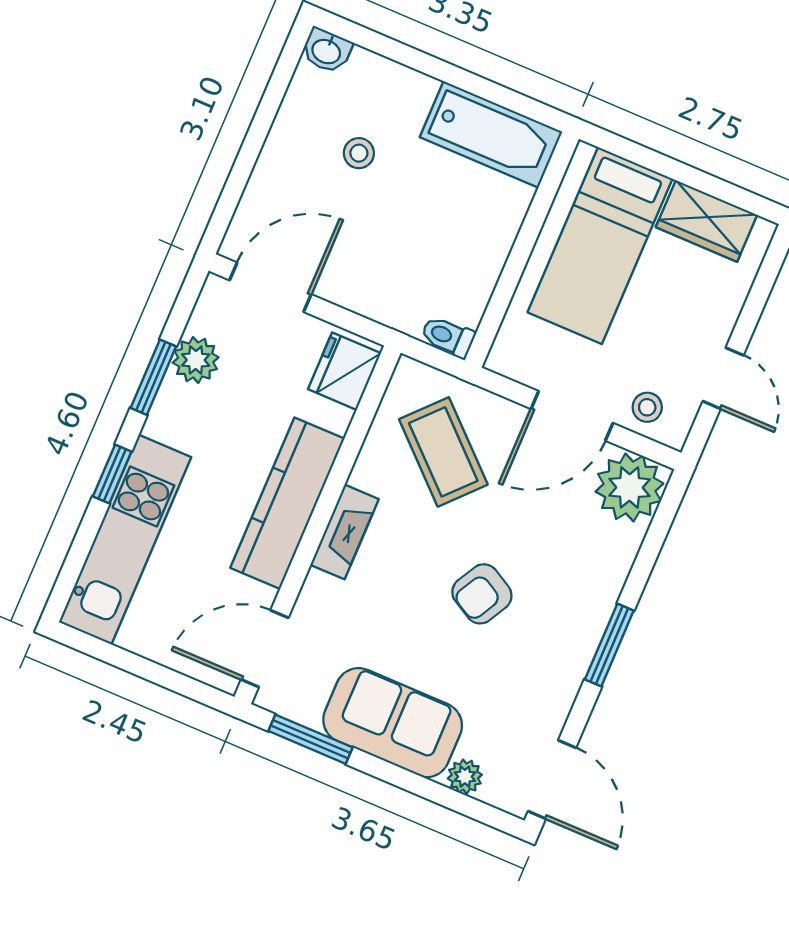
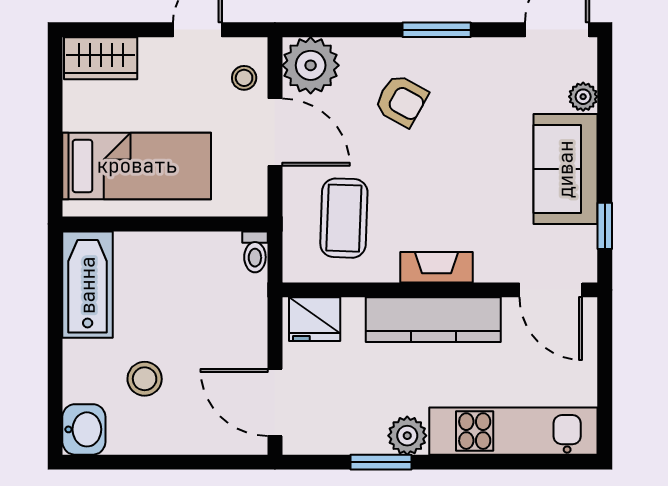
washbasin: (327, 51) -> (84, 429), width x1.38, depth x1.45
stool: (359, 153) -> (145, 379), width x1.37, depth x1.37
wardrobe: (706, 221) -> (101, 58), moved, turned 90
plant: (196, 360) -> (407, 436), moved
coffee table: (443, 452) -> (344, 218), turned -41
window: (112, 474) -> (468, 462), removed
armchair: (482, 594) -> (401, 101), moved
window: (310, 739) -> (605, 226), width x0.67

